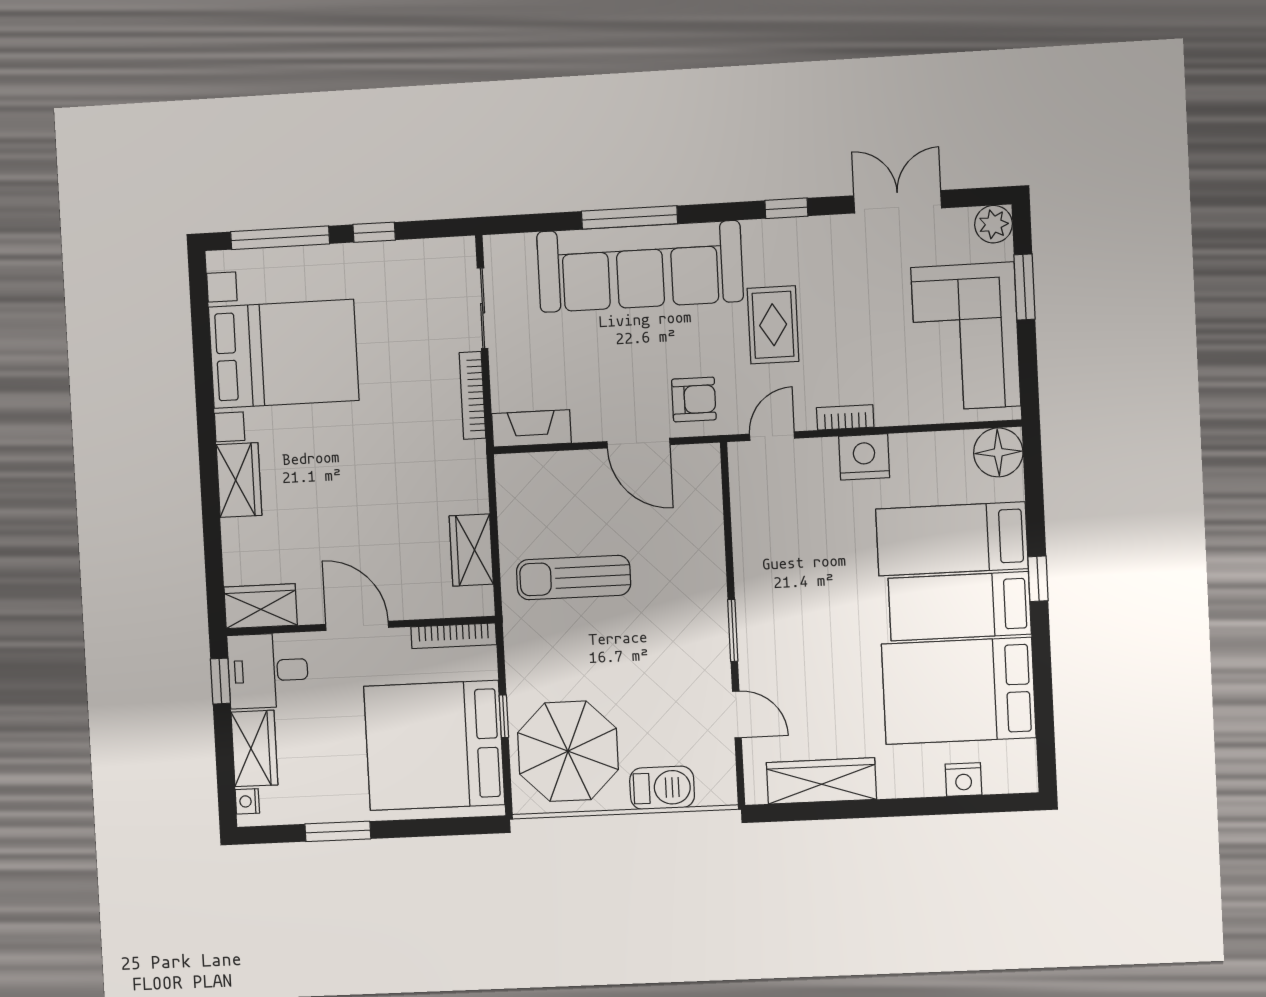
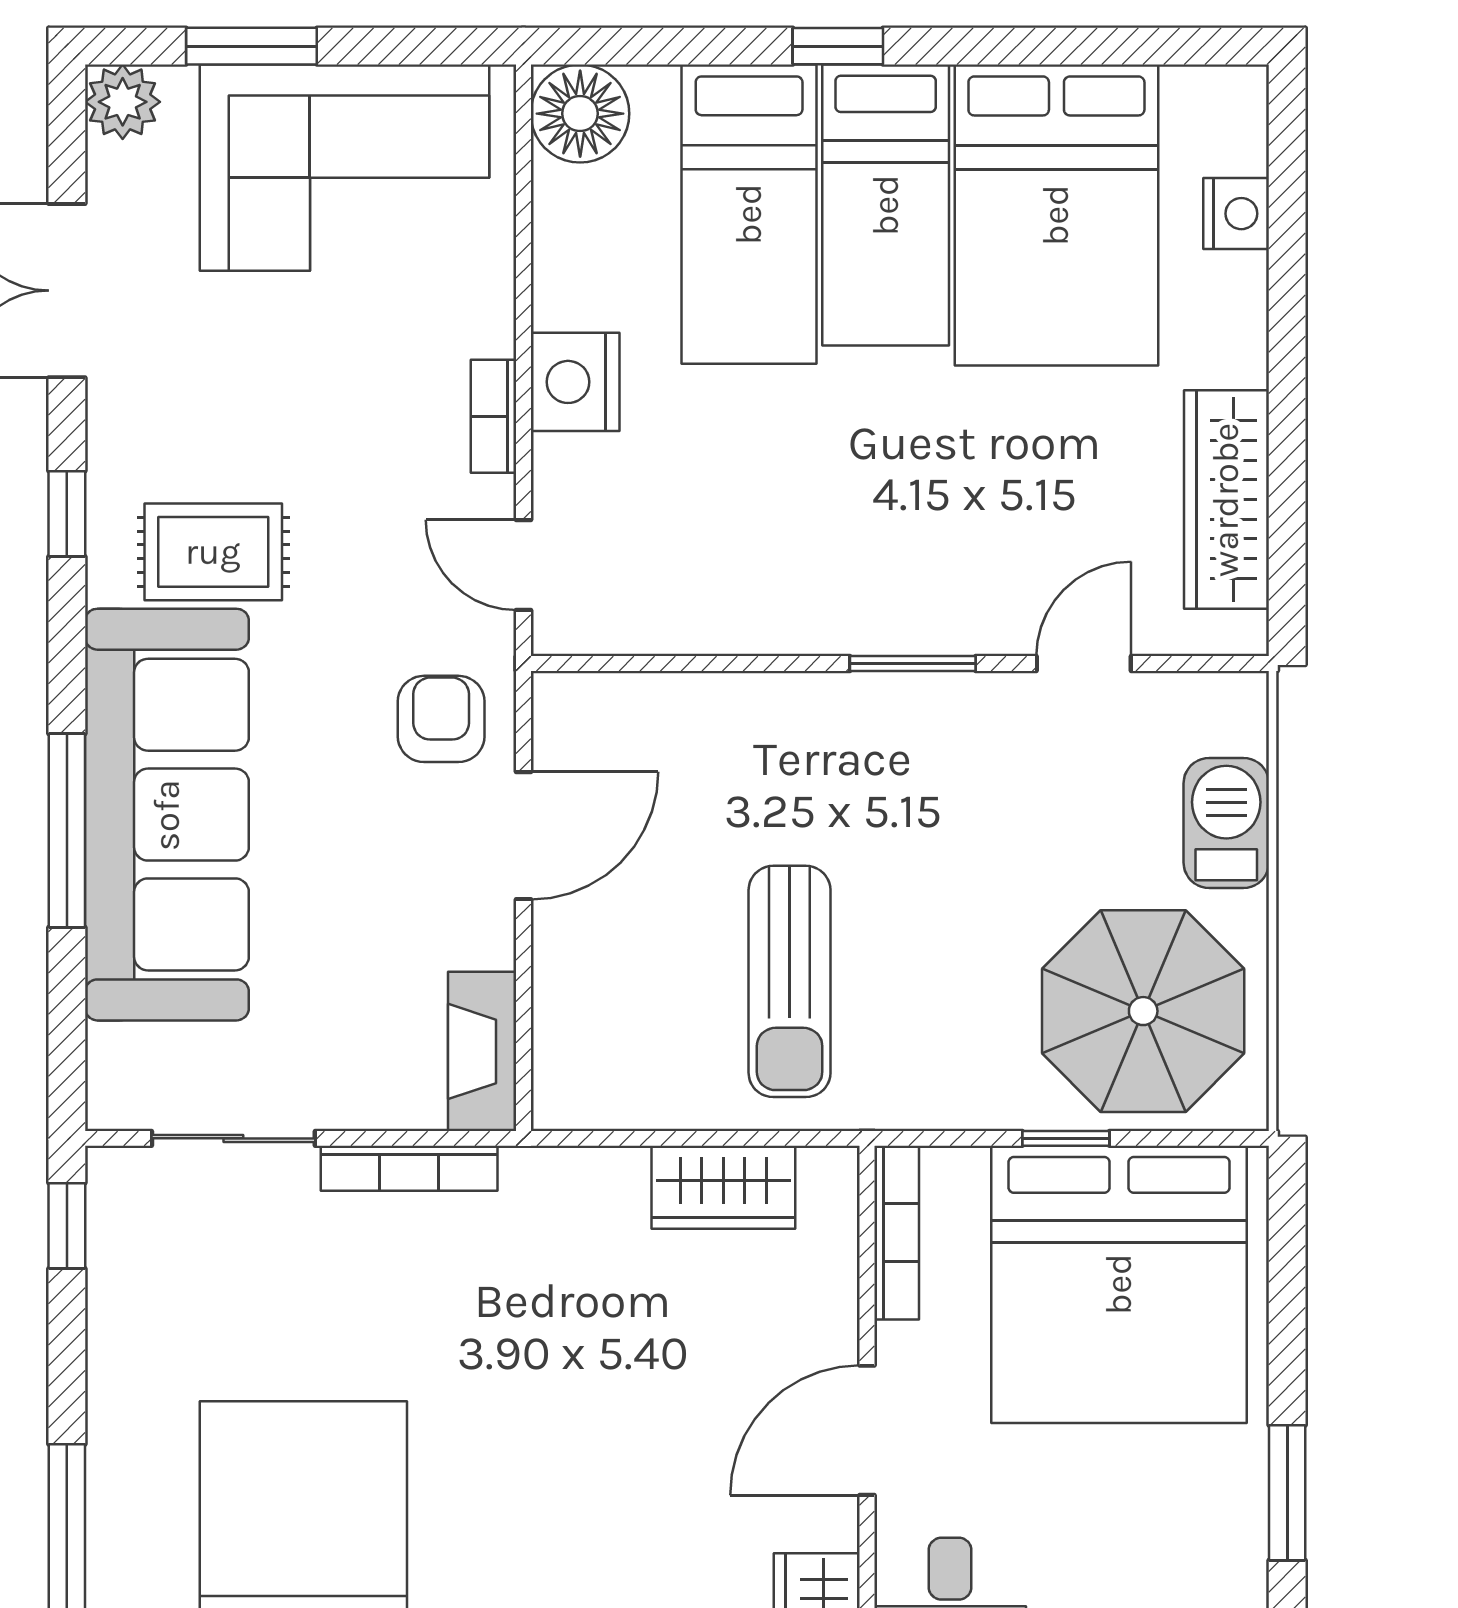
window: (374, 232) -> (67, 1226), moved
rug: (773, 325) -> (213, 552), moved

